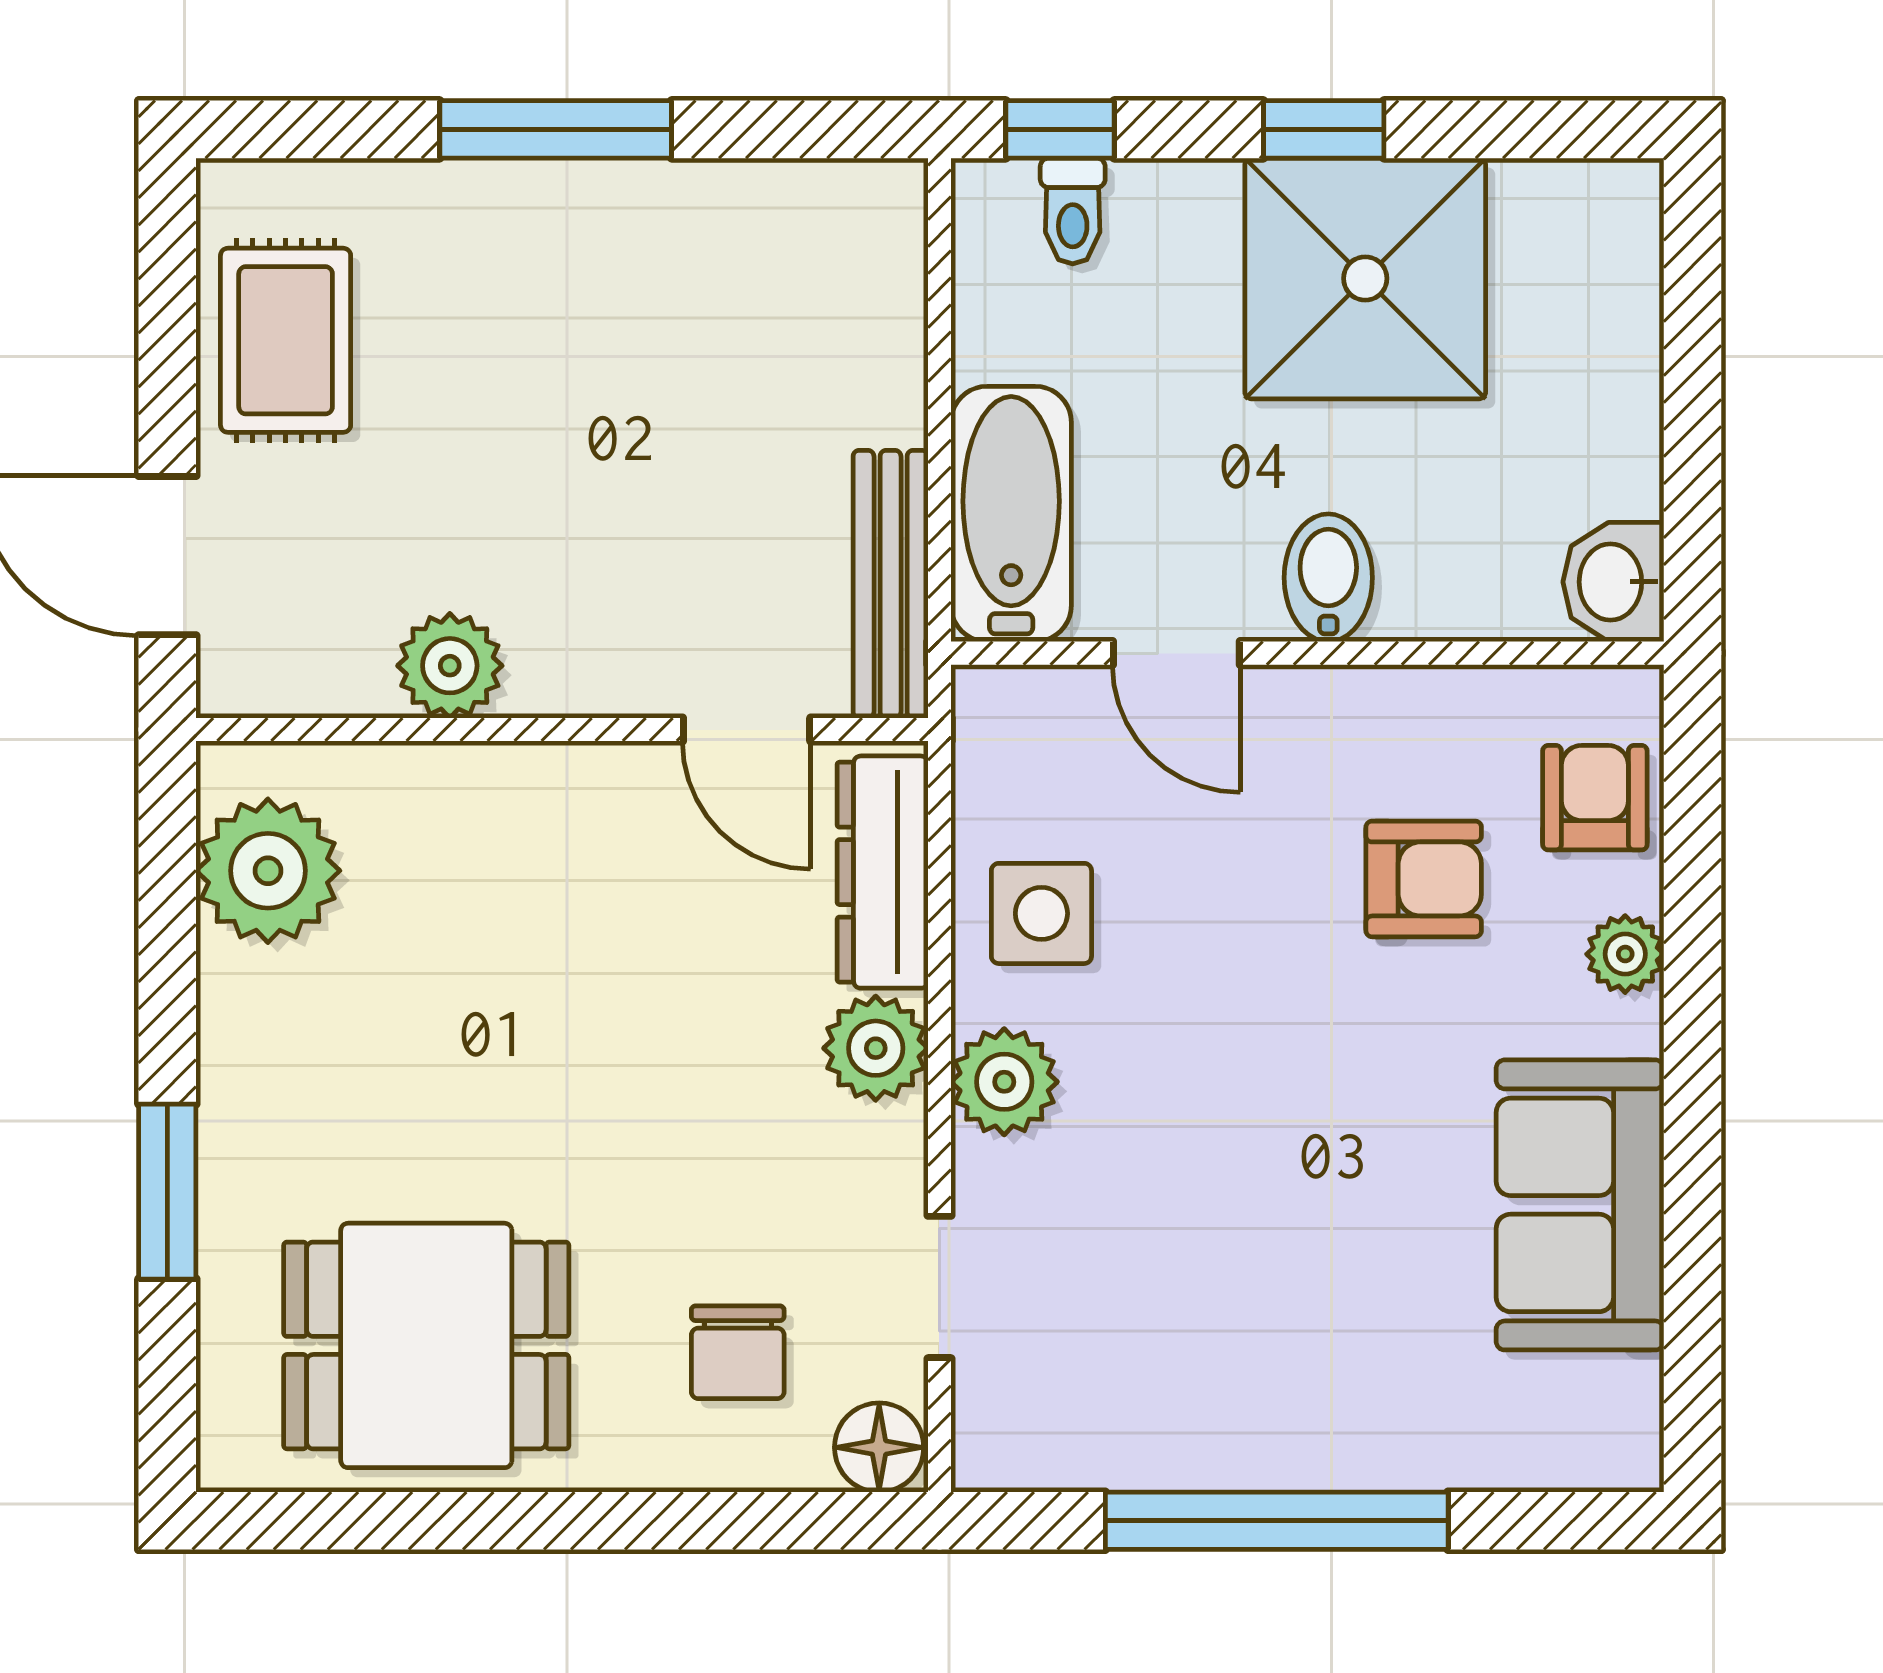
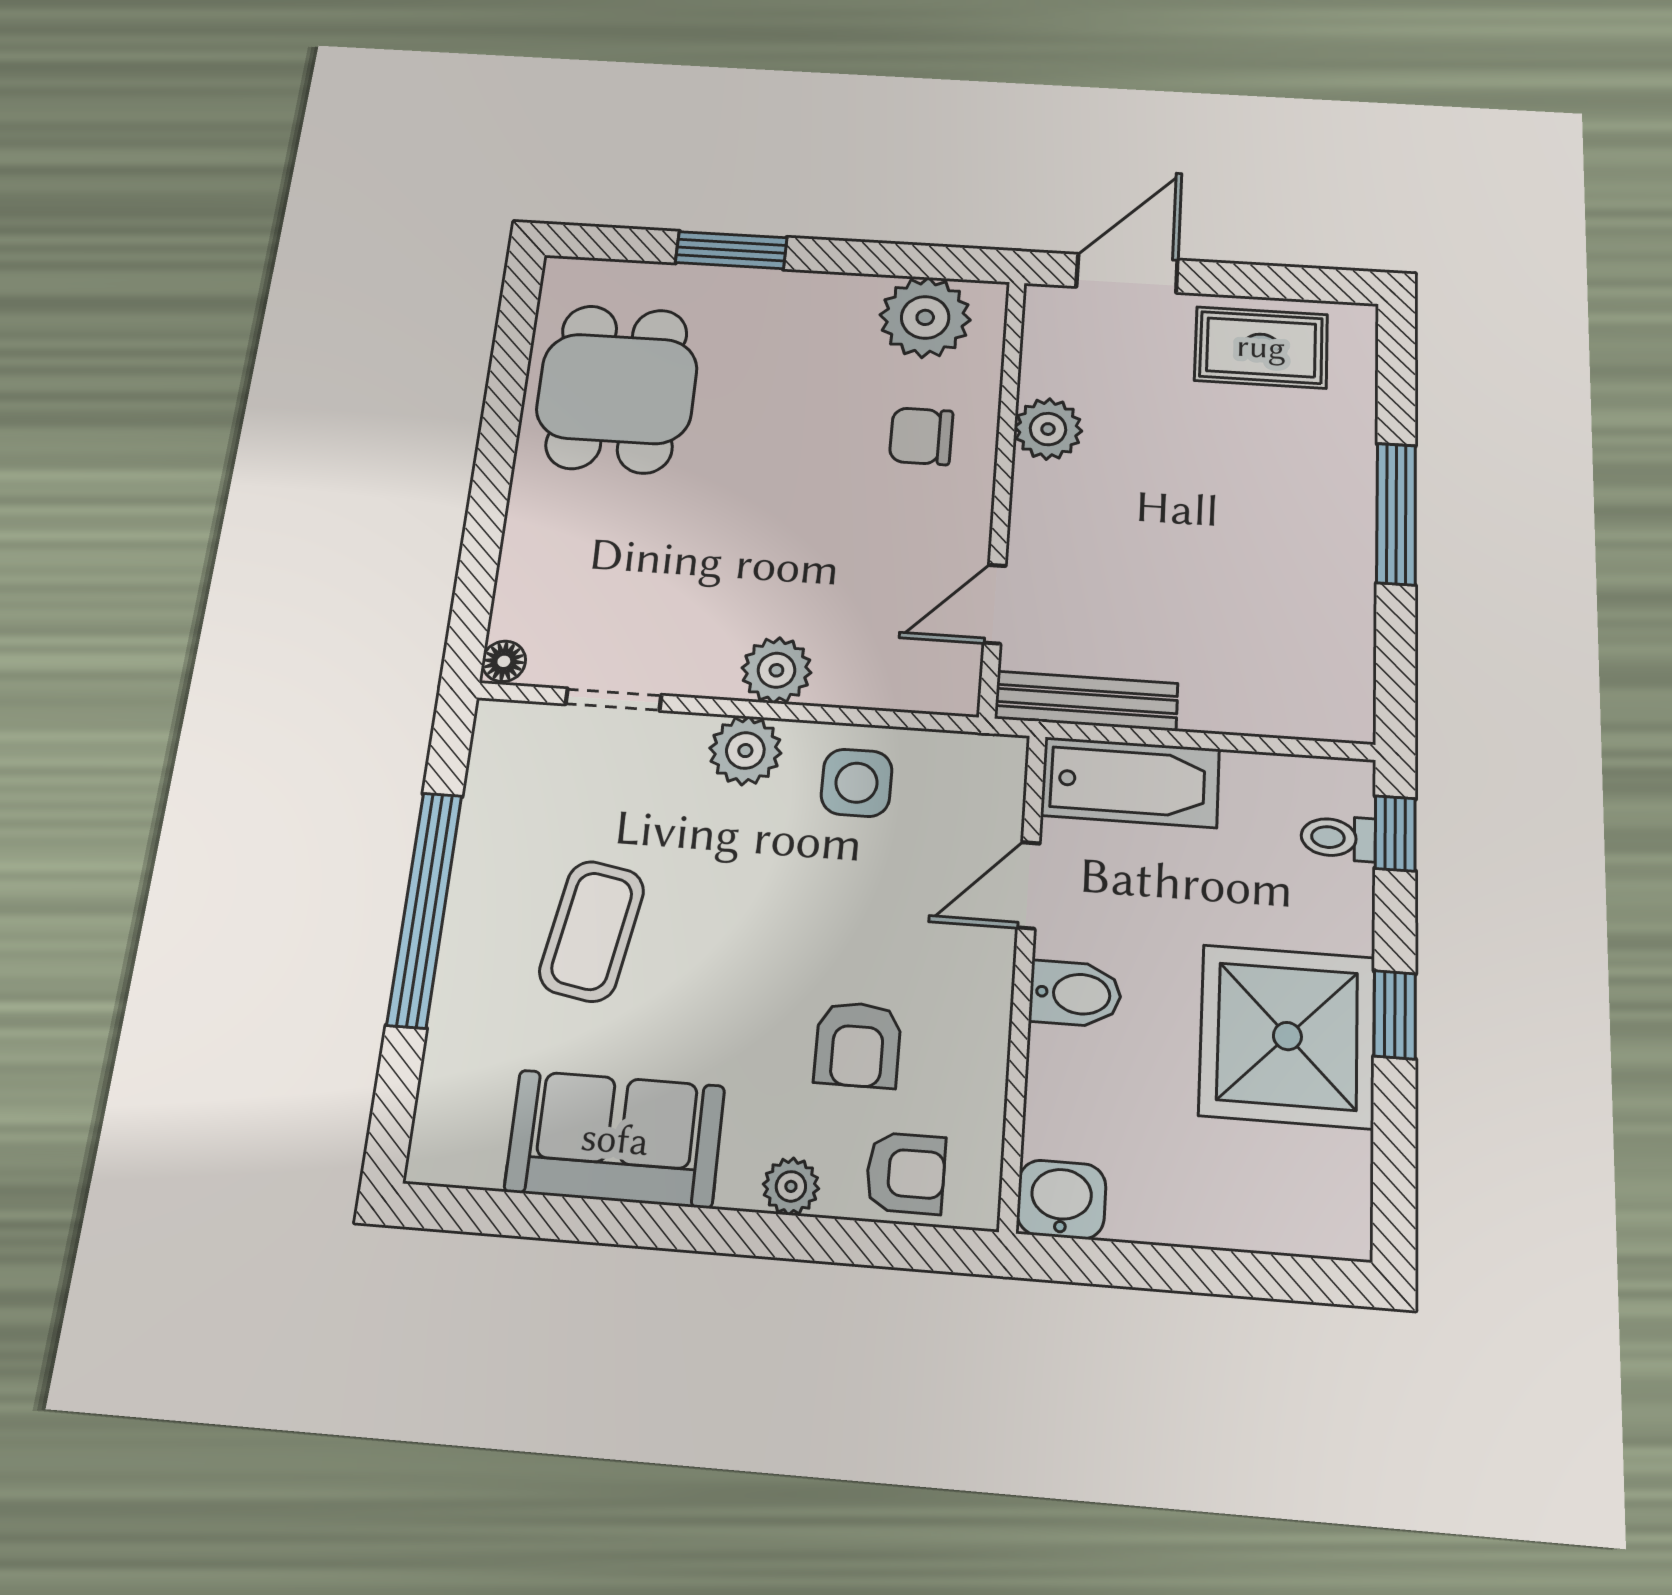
dresser: (883, 872) -> (893, 683), removed
coffee table: (1291, 1275) -> (592, 931), added
chair: (738, 1352) -> (921, 436), moved
floor lamp: (879, 1447) -> (504, 661), width x0.73, depth x0.73

